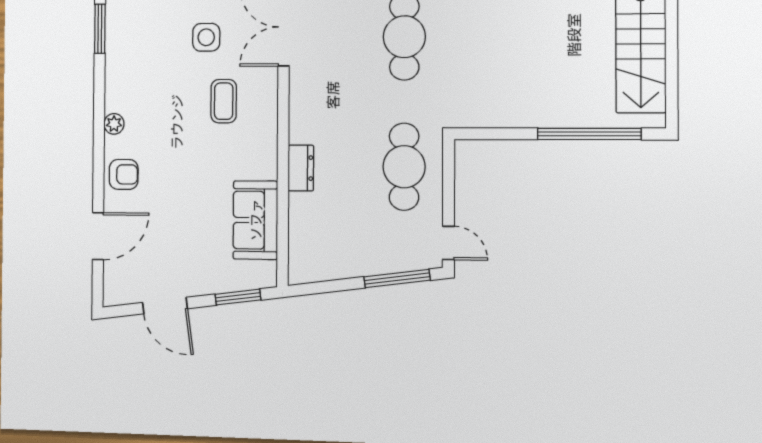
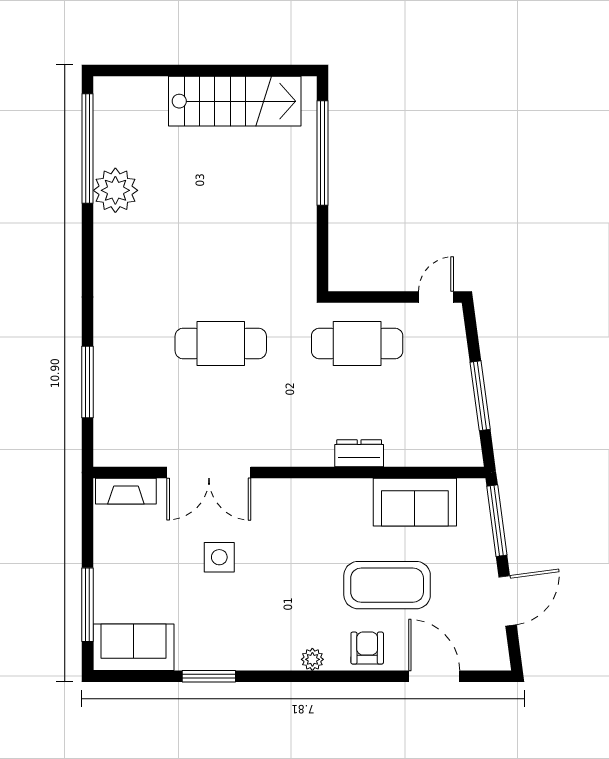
coffee table: (224, 101) -> (387, 585), moved, width x1.86, depth x1.72
window: (397, 279) -> (480, 396), moved
window: (238, 297) -> (497, 521), width x1.44

